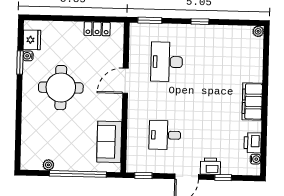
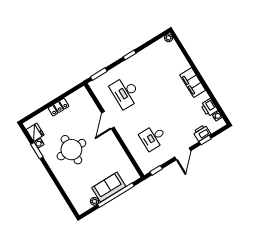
locker: (97, 29) -> (58, 107), moved
sofa: (109, 142) -> (109, 187), moved, turned 90
printer: (210, 166) -> (202, 133), moved

